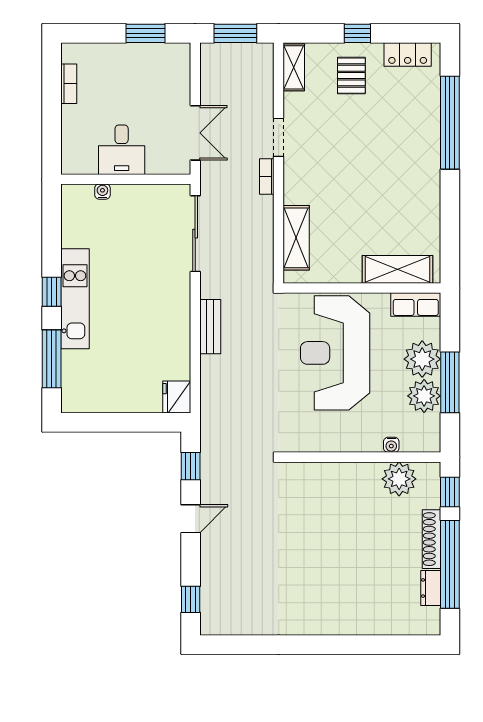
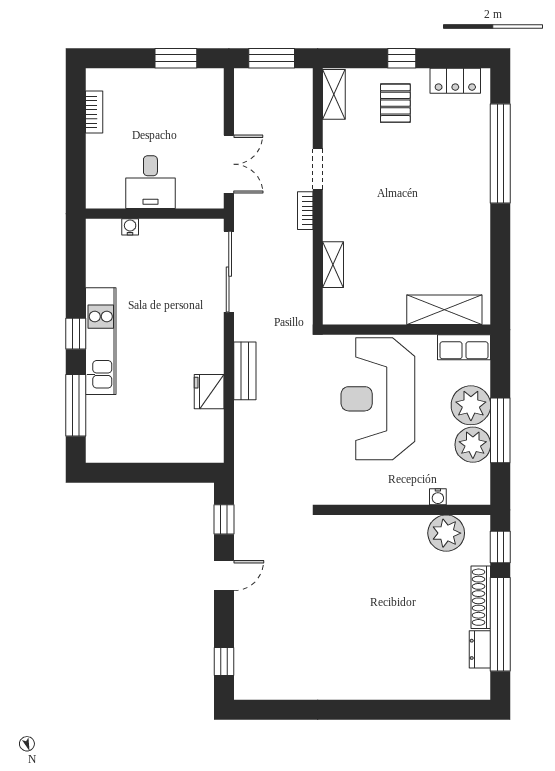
shelving: (296, 238) -> (333, 265), width x0.67, depth x0.75
fridge: (177, 397) -> (209, 392), moved

